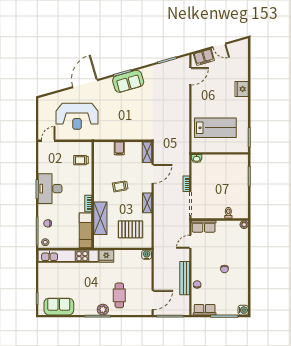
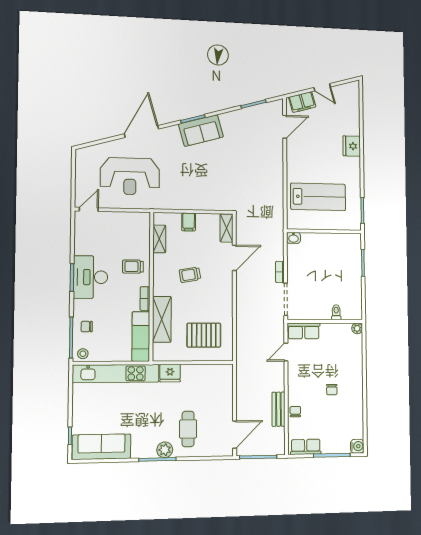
trolley: (81, 160) -> (133, 267), moved
shelving: (147, 203) -> (159, 239), moved
water cooler: (147, 255) -> (226, 371), removed
bench: (185, 278) -> (278, 409), width x0.73
sofa: (59, 307) -> (101, 447), width x1.36

